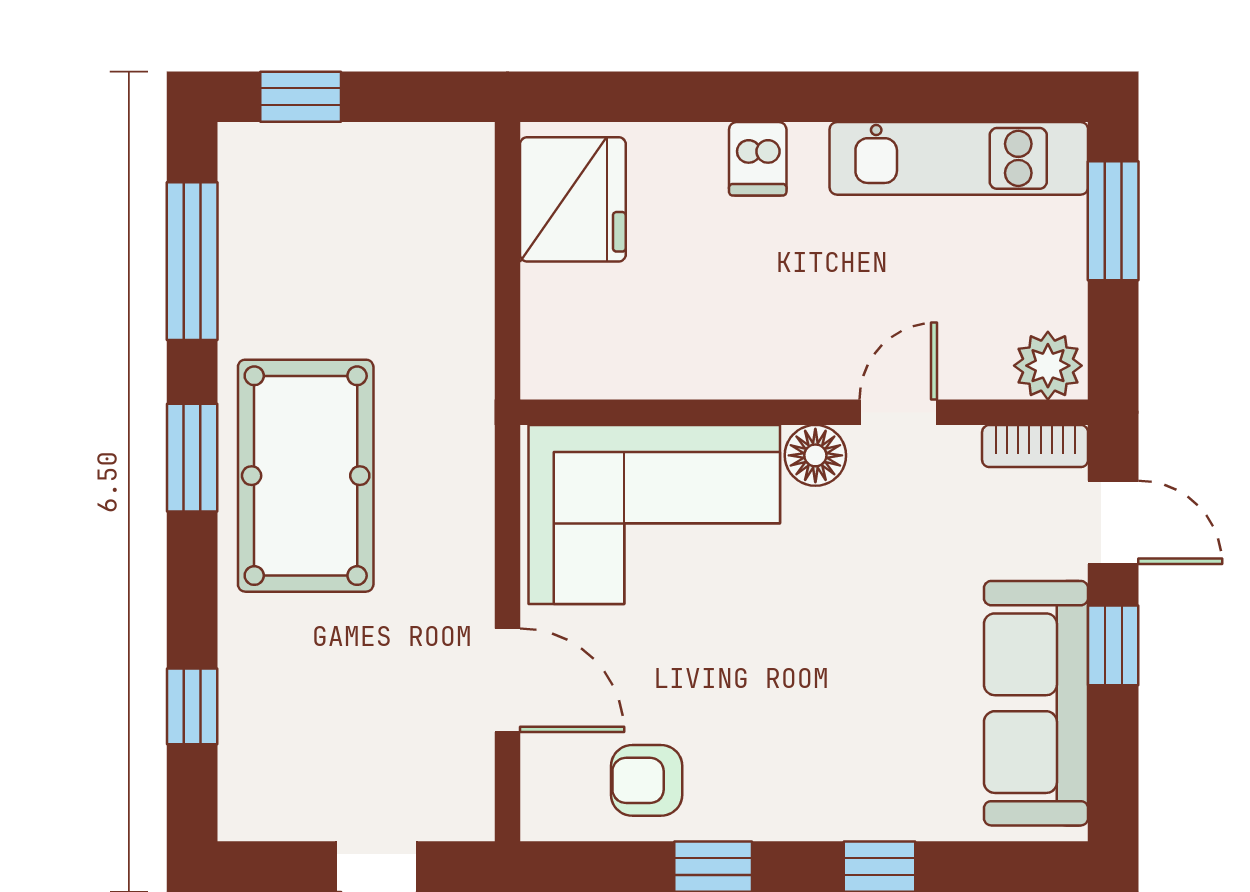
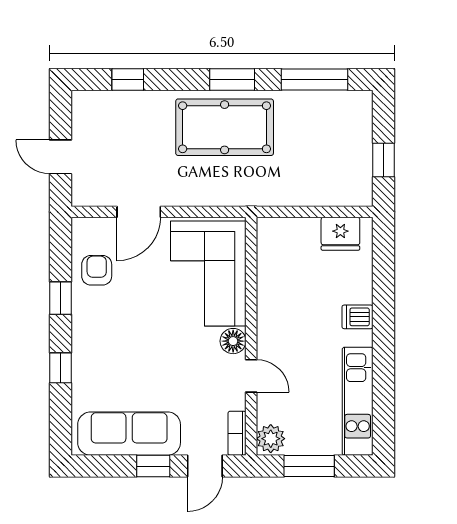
window: (301, 97) -> (383, 160), moved
fridge: (573, 199) -> (340, 234), width x0.73, depth x0.75
window: (1113, 221) -> (309, 466), moved

